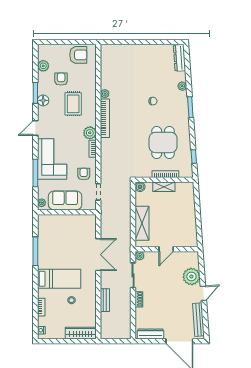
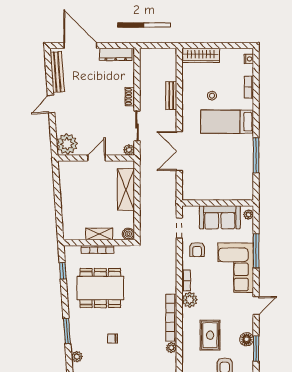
dining table: (163, 142) -> (100, 288), width x1.37
plant: (191, 277) -> (67, 144), moved

